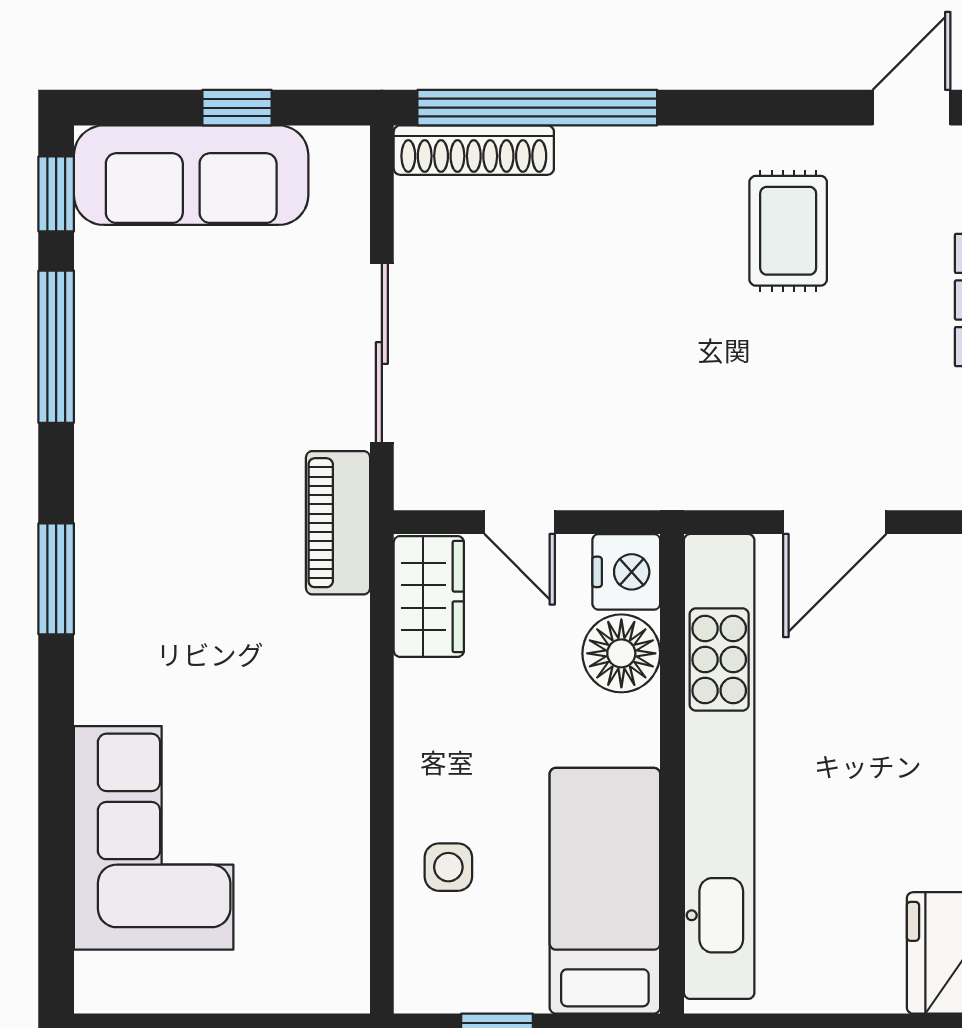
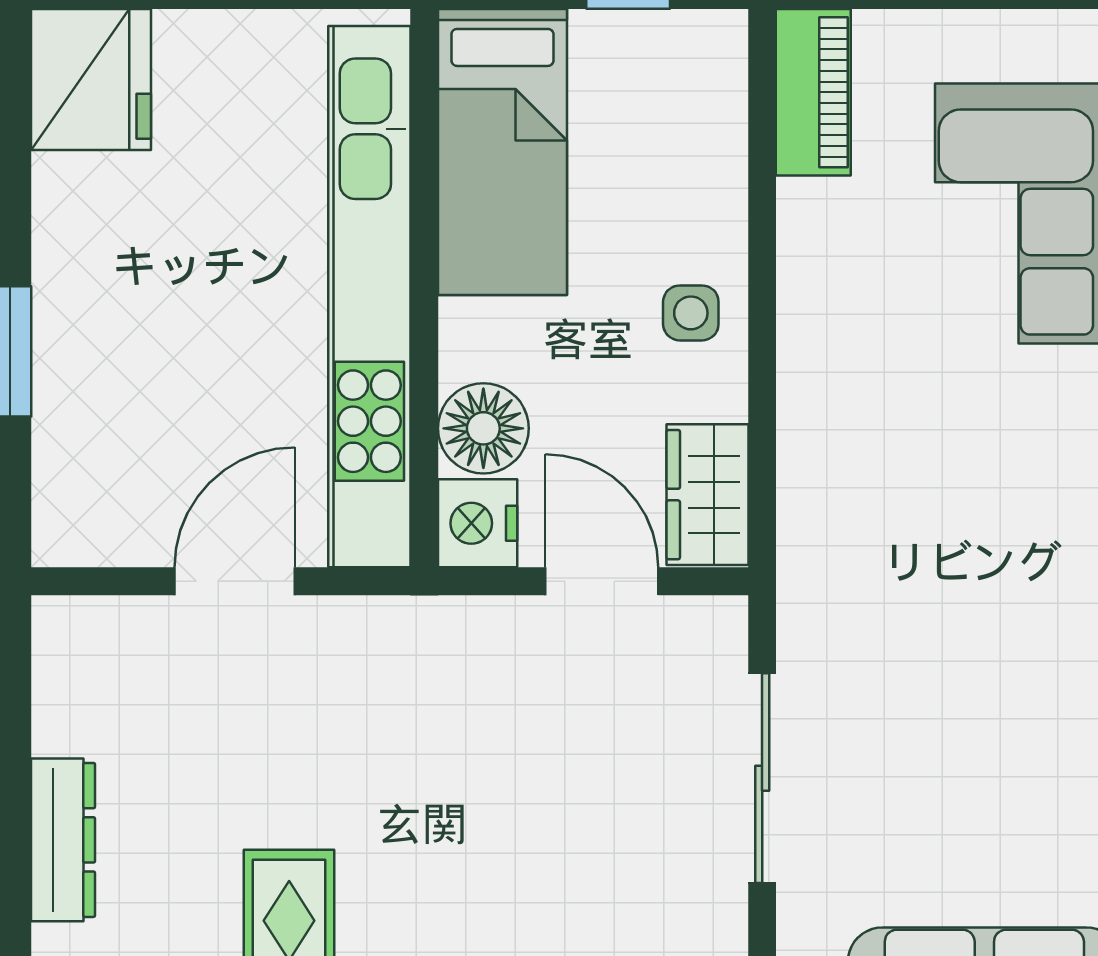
door: (520, 522) -> (602, 581), width x1.38
piano: (338, 523) -> (813, 92), moved
side table: (448, 867) -> (691, 313), moved

